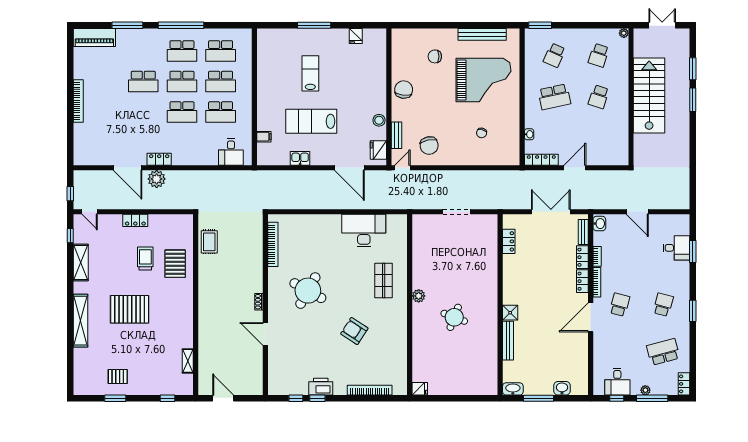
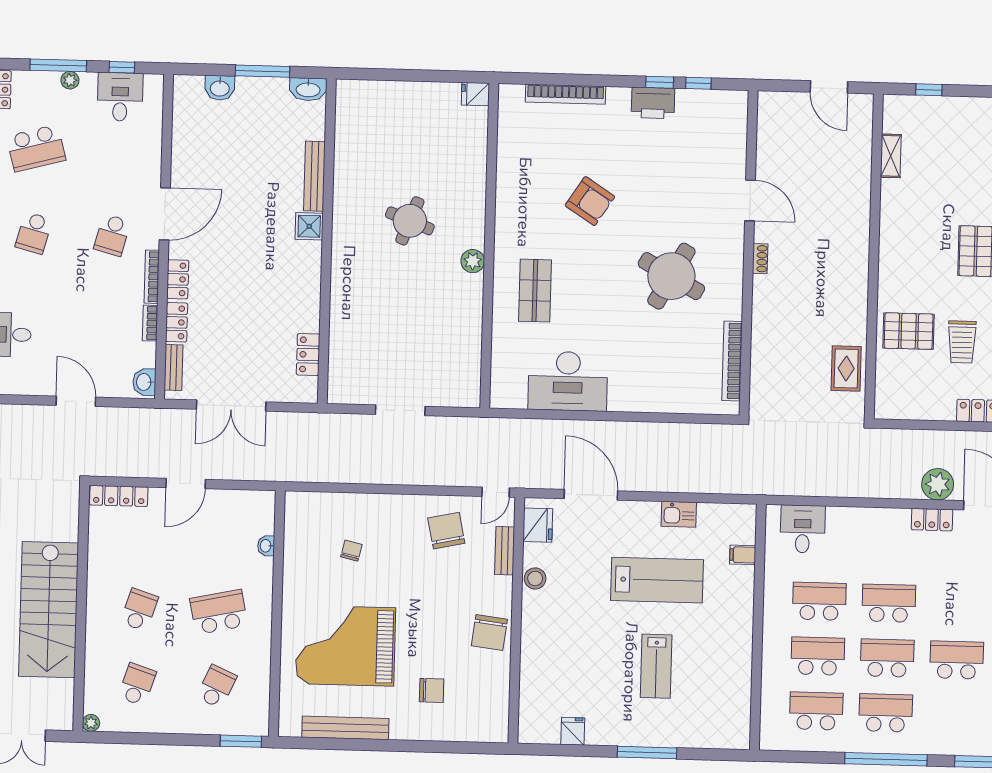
locker: (541, 160) -> (119, 496), moved
pallet: (175, 264) -> (909, 331), turned 90

